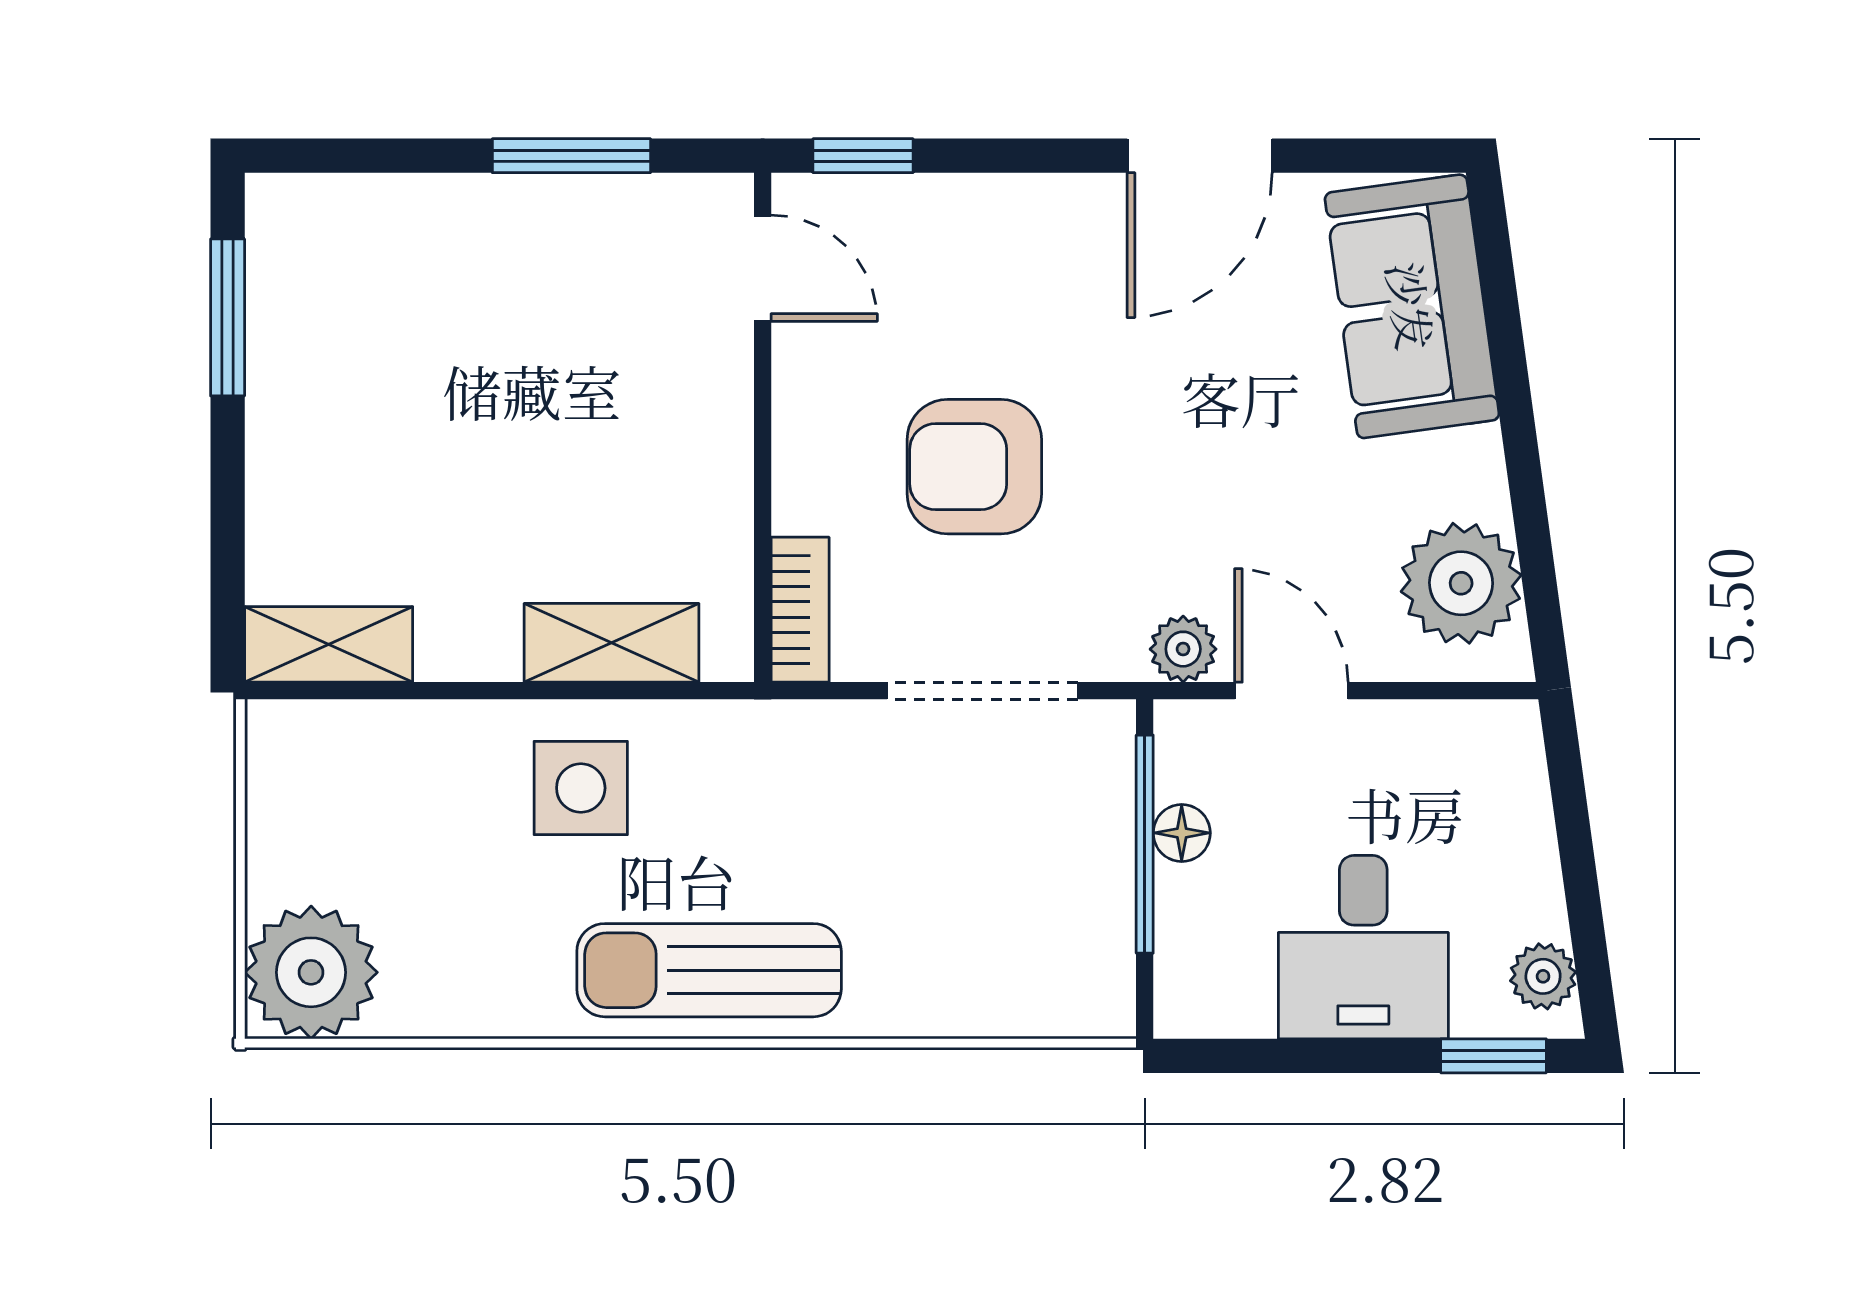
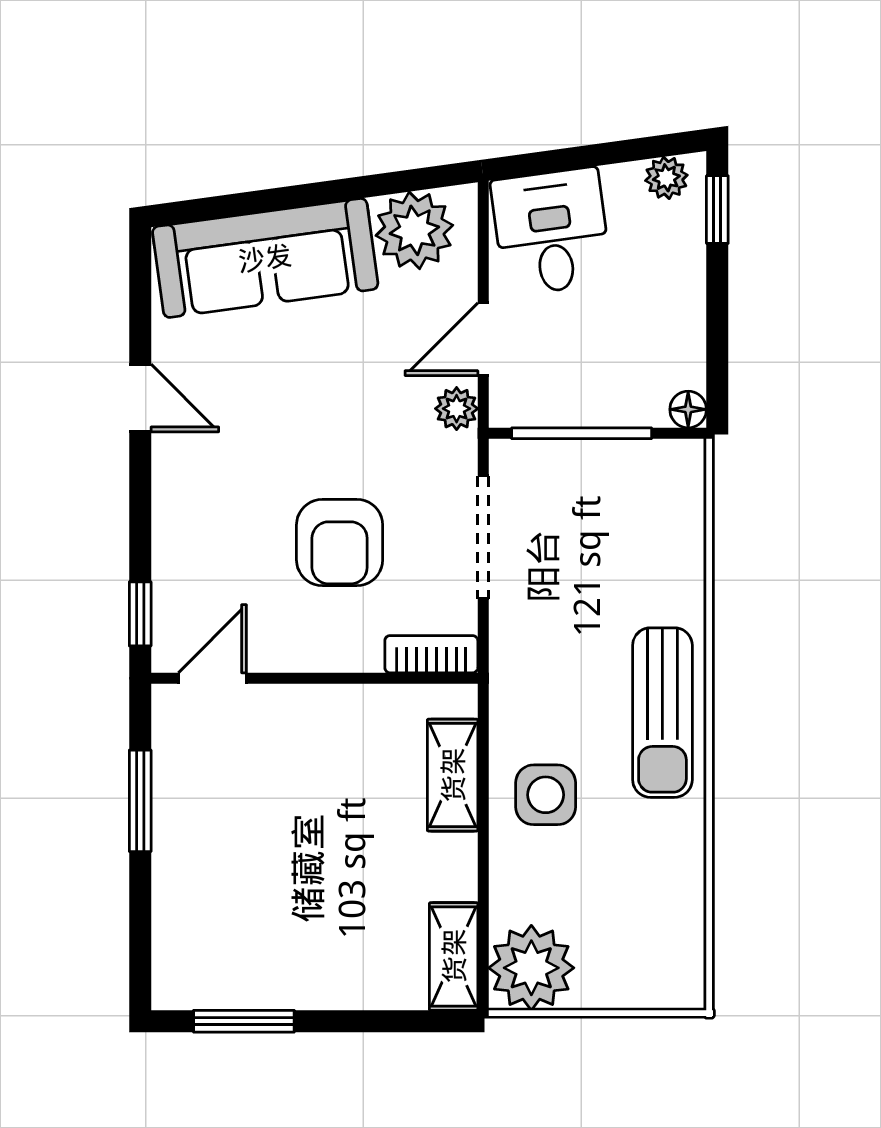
door: (1200, 156) -> (140, 398), width x0.73
sofa: (1412, 306) -> (265, 258), width x1.36
floor lamp: (1182, 833) -> (688, 409), moved
desk: (1363, 947) -> (551, 232), moved, turned -98
plant: (311, 972) -> (531, 968), moved

